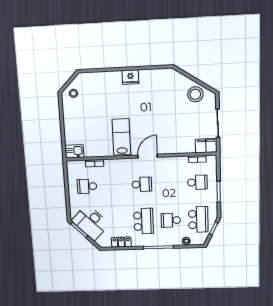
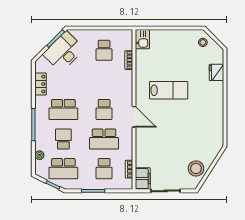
fridge: (130, 77) -> (216, 72), moved
lab bench: (121, 137) -> (169, 90), moved
school desk: (170, 183) -> (104, 139), added
school desk: (87, 186) -> (104, 50), turned 180

